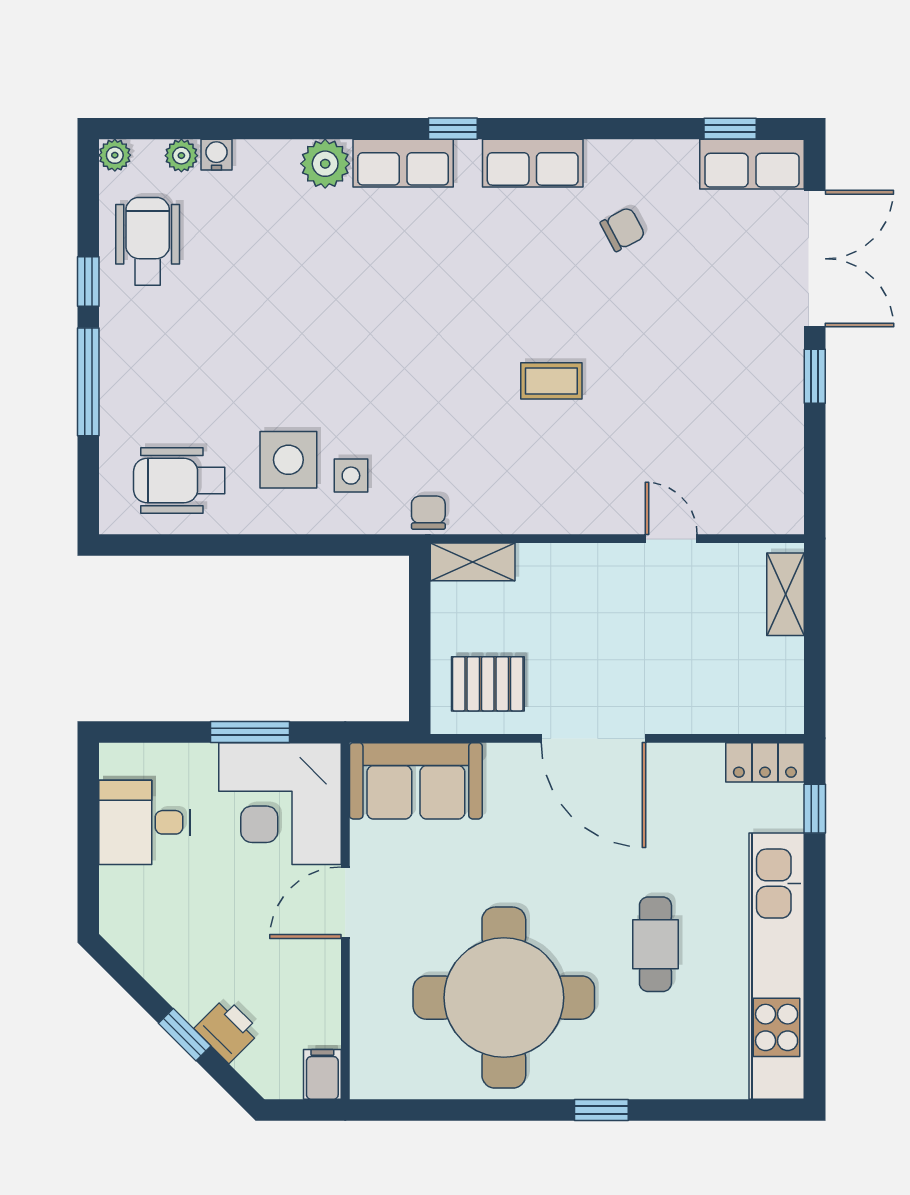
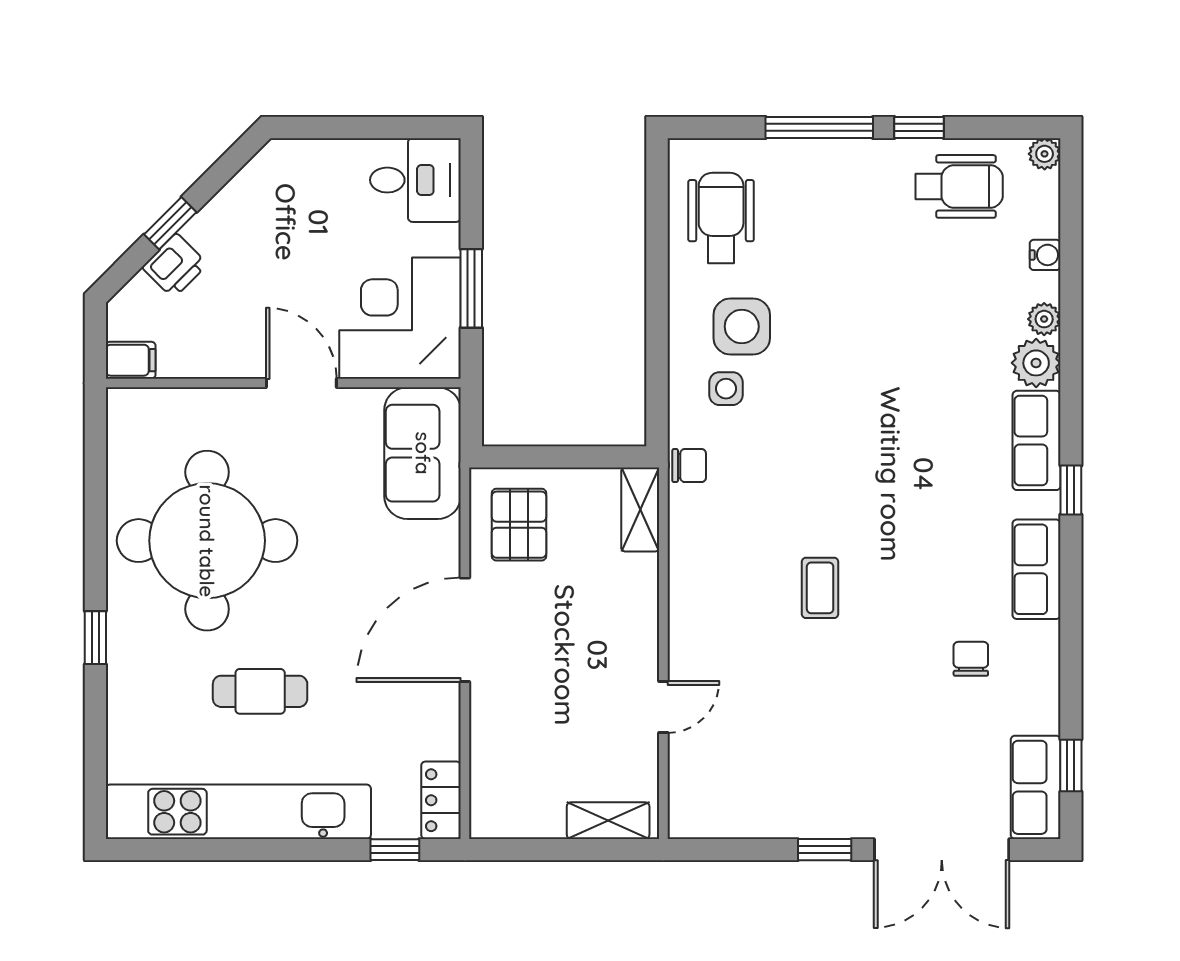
plant: (181, 156) -> (1044, 319), moved
chair: (623, 229) -> (971, 659), turned -152
desk: (144, 822) -> (415, 180), moved, turned 90

